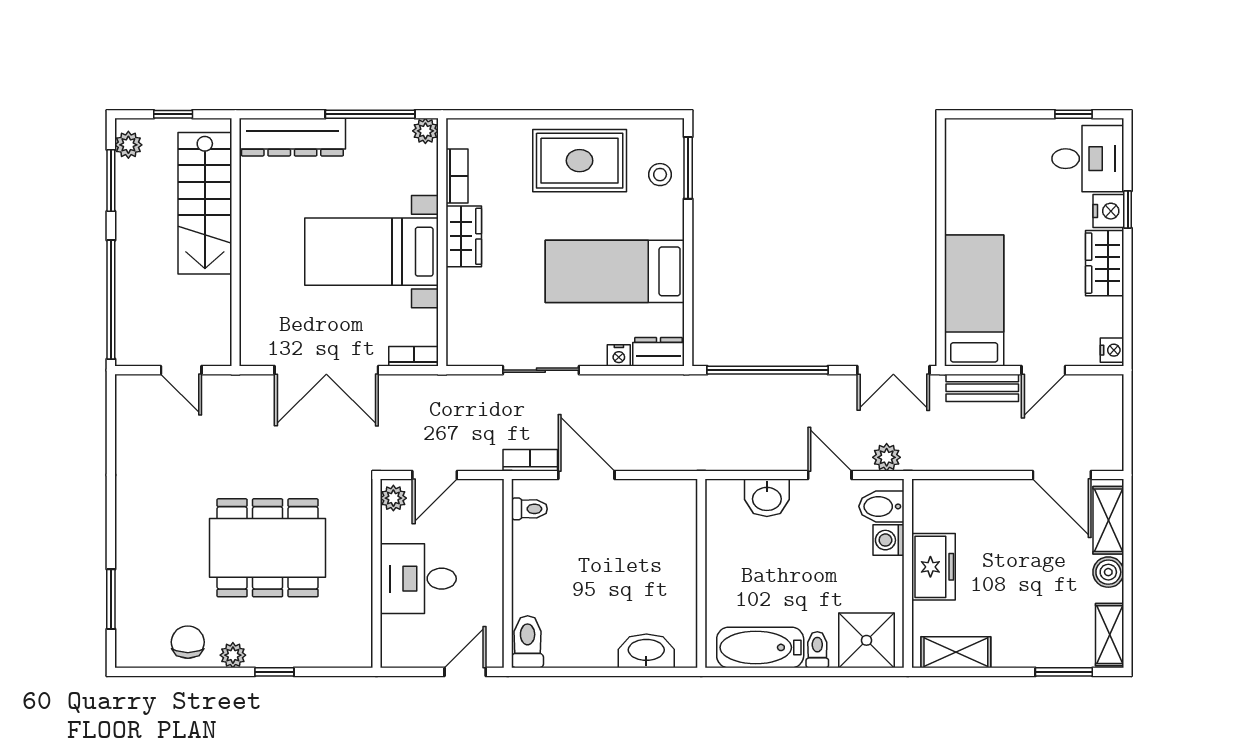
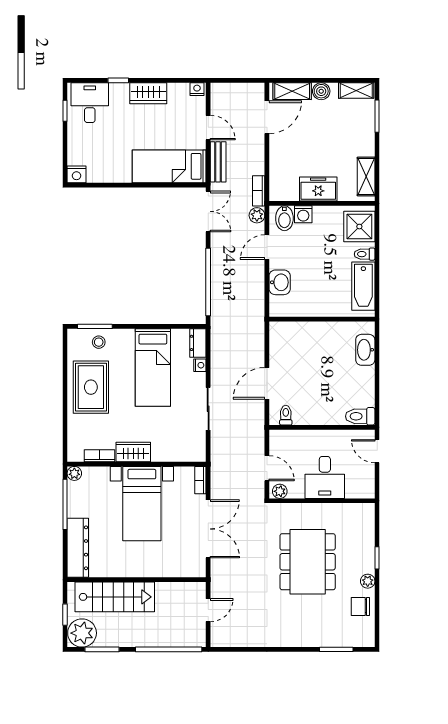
plant: (128, 145) -> (82, 633), width x1.87, depth x1.87
nightstand: (1108, 211) -> (76, 174), moved, turned 180
bookcase: (530, 460) -> (259, 191), moved

